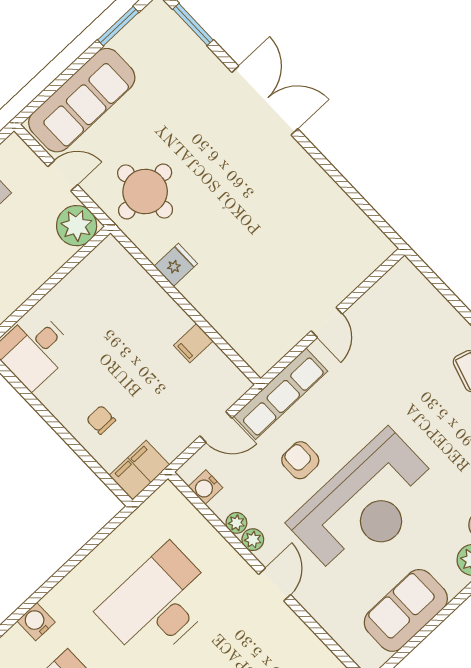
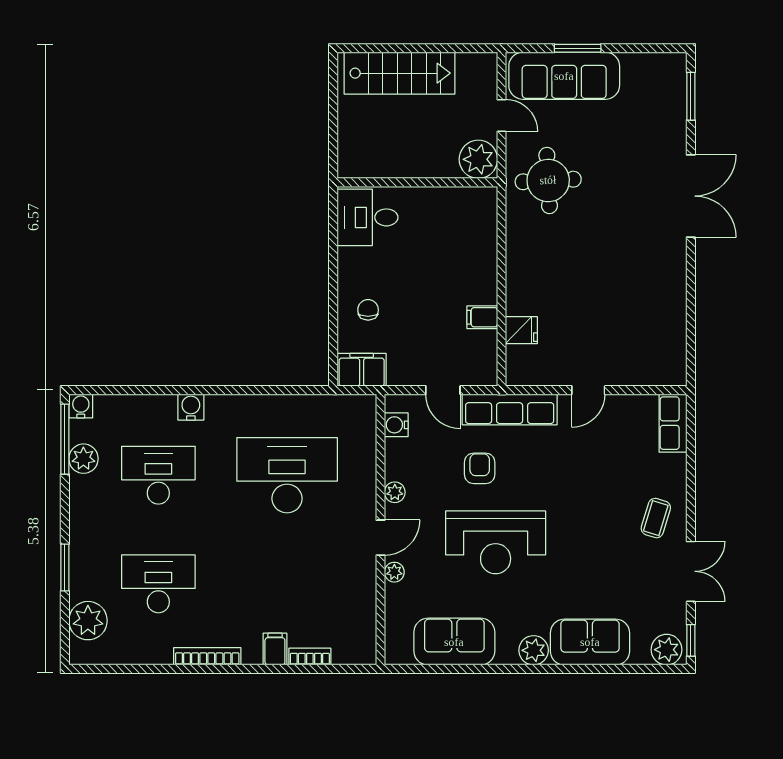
window: (118, 26) -> (578, 48), moved
fridge: (176, 265) -> (521, 330), moved
row of seats: (415, 286) -> (673, 423), added
reception desk: (366, 505) -> (496, 542), width x0.74, depth x0.77
plant: (236, 523) -> (394, 572), moved

